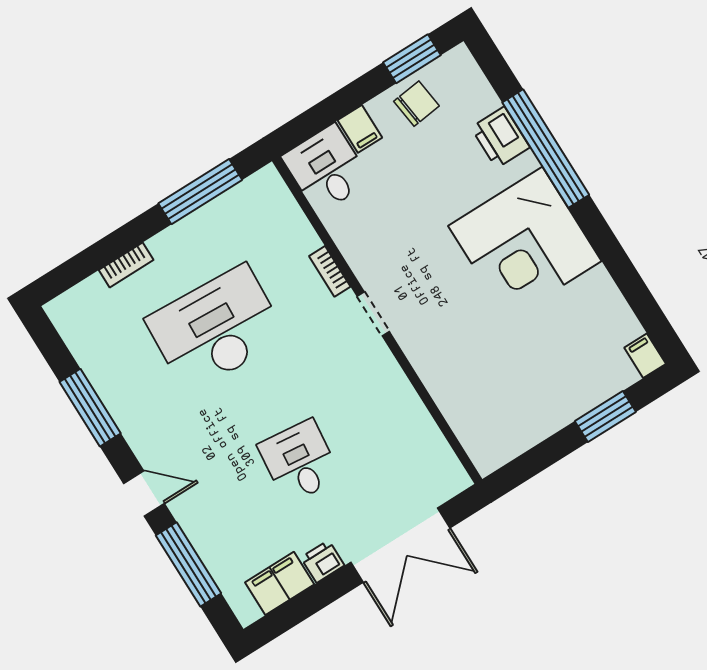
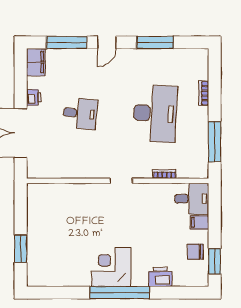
chair: (416, 104) -> (195, 252), turned 97
window: (546, 149) -> (120, 293), moved
corner desk: (525, 244) -> (111, 267), width x0.74, depth x0.74
bookcase: (330, 271) -> (164, 174), moved
filing cabinet: (645, 356) -> (35, 280), removed
filing cabinet: (280, 583) -> (36, 62), moved

